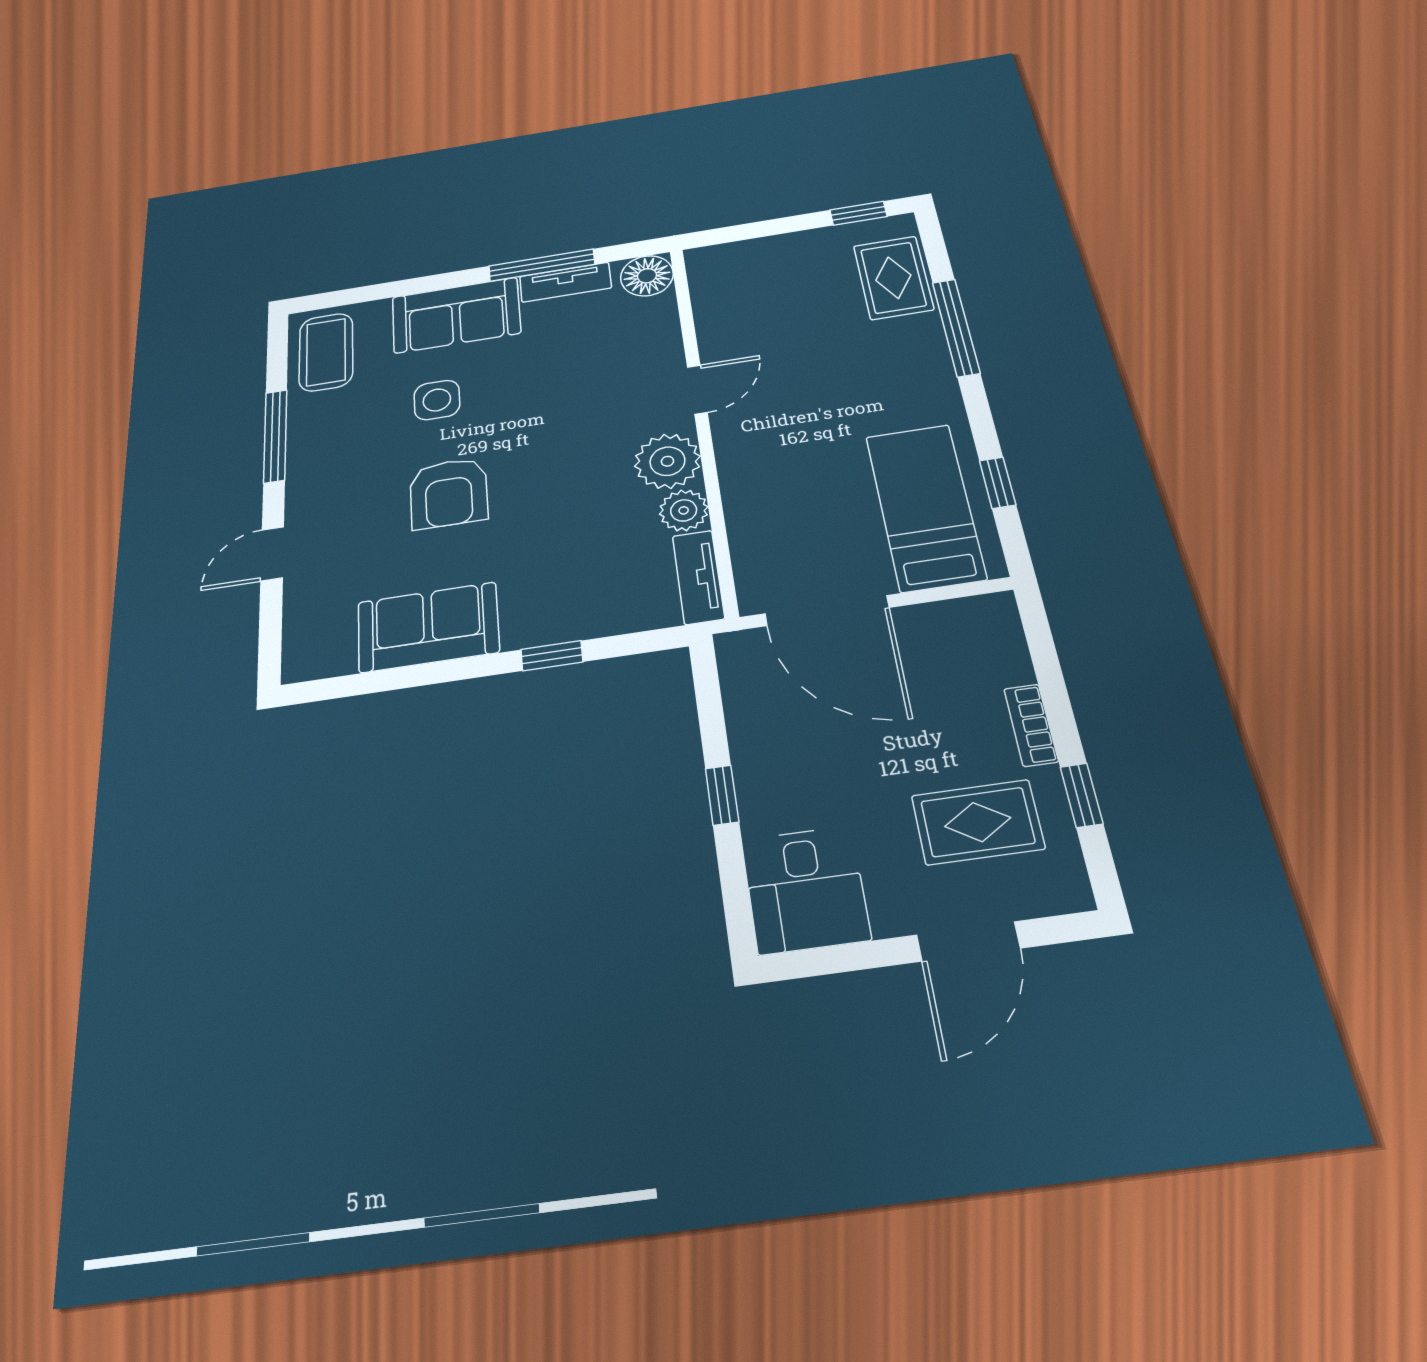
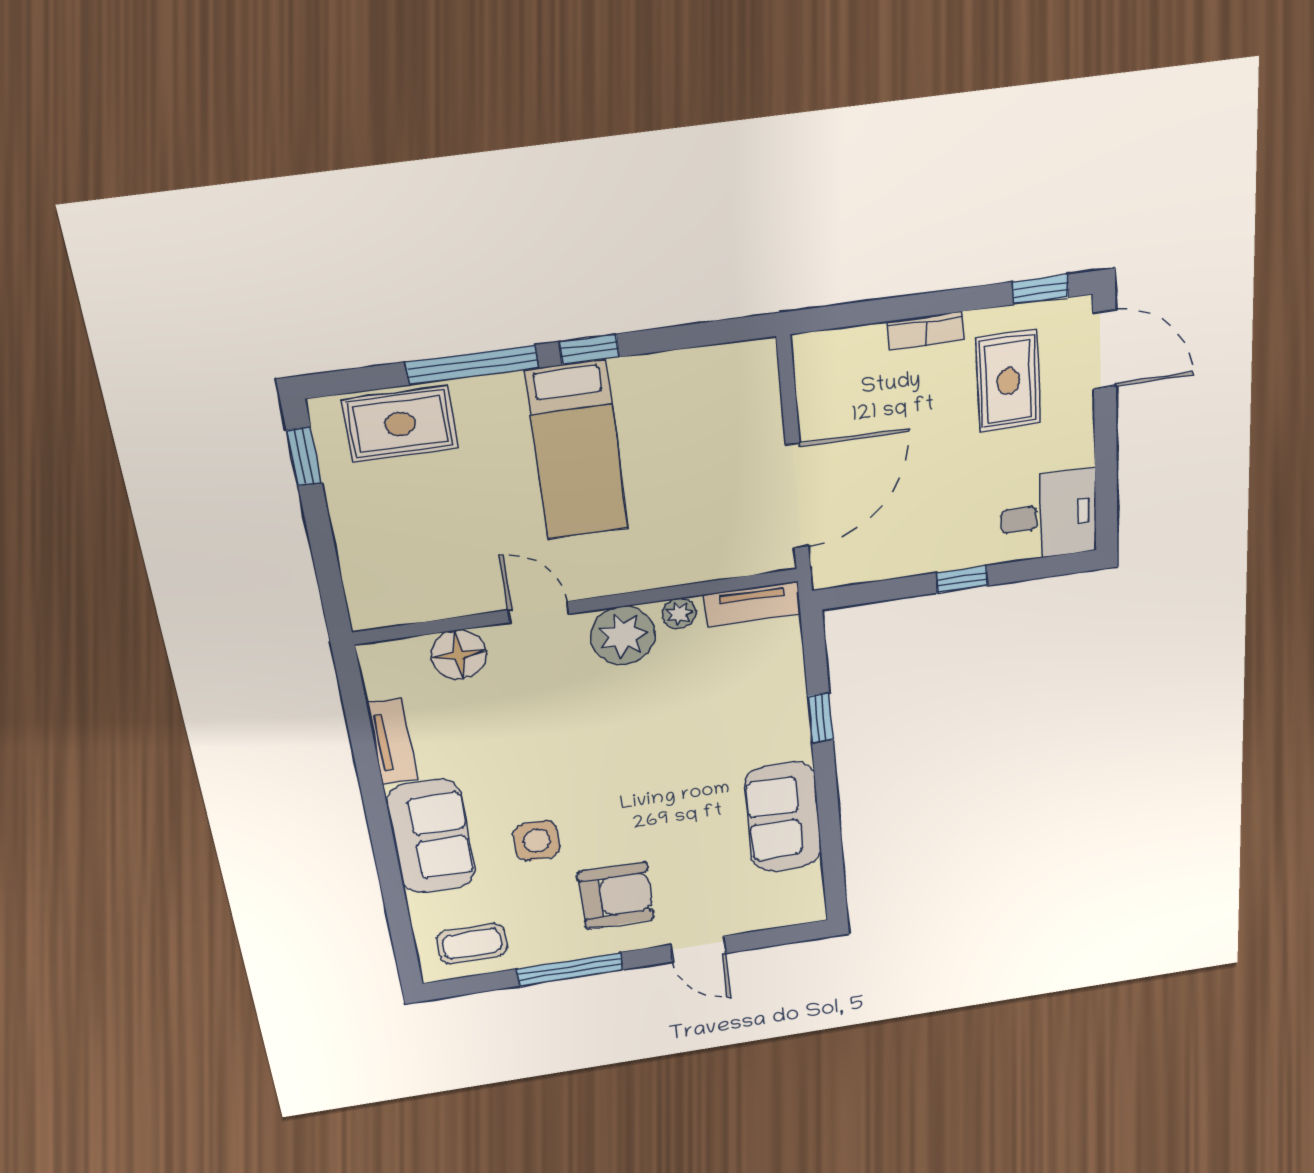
window: (542, 265) -> (367, 765), removed
floor lamp: (647, 276) -> (459, 655), moved
coffee table: (326, 352) -> (472, 944), width x0.73, depth x0.77
window: (998, 483) -> (589, 349), moved
armchair: (449, 493) -> (616, 896), moved
bed: (925, 507) -> (577, 450), moved, turned -90
plant: (684, 510) -> (679, 613), width x0.73, depth x0.73
window: (1082, 795) -> (1040, 289), moved
door: (968, 941) -> (1105, 350), moved

